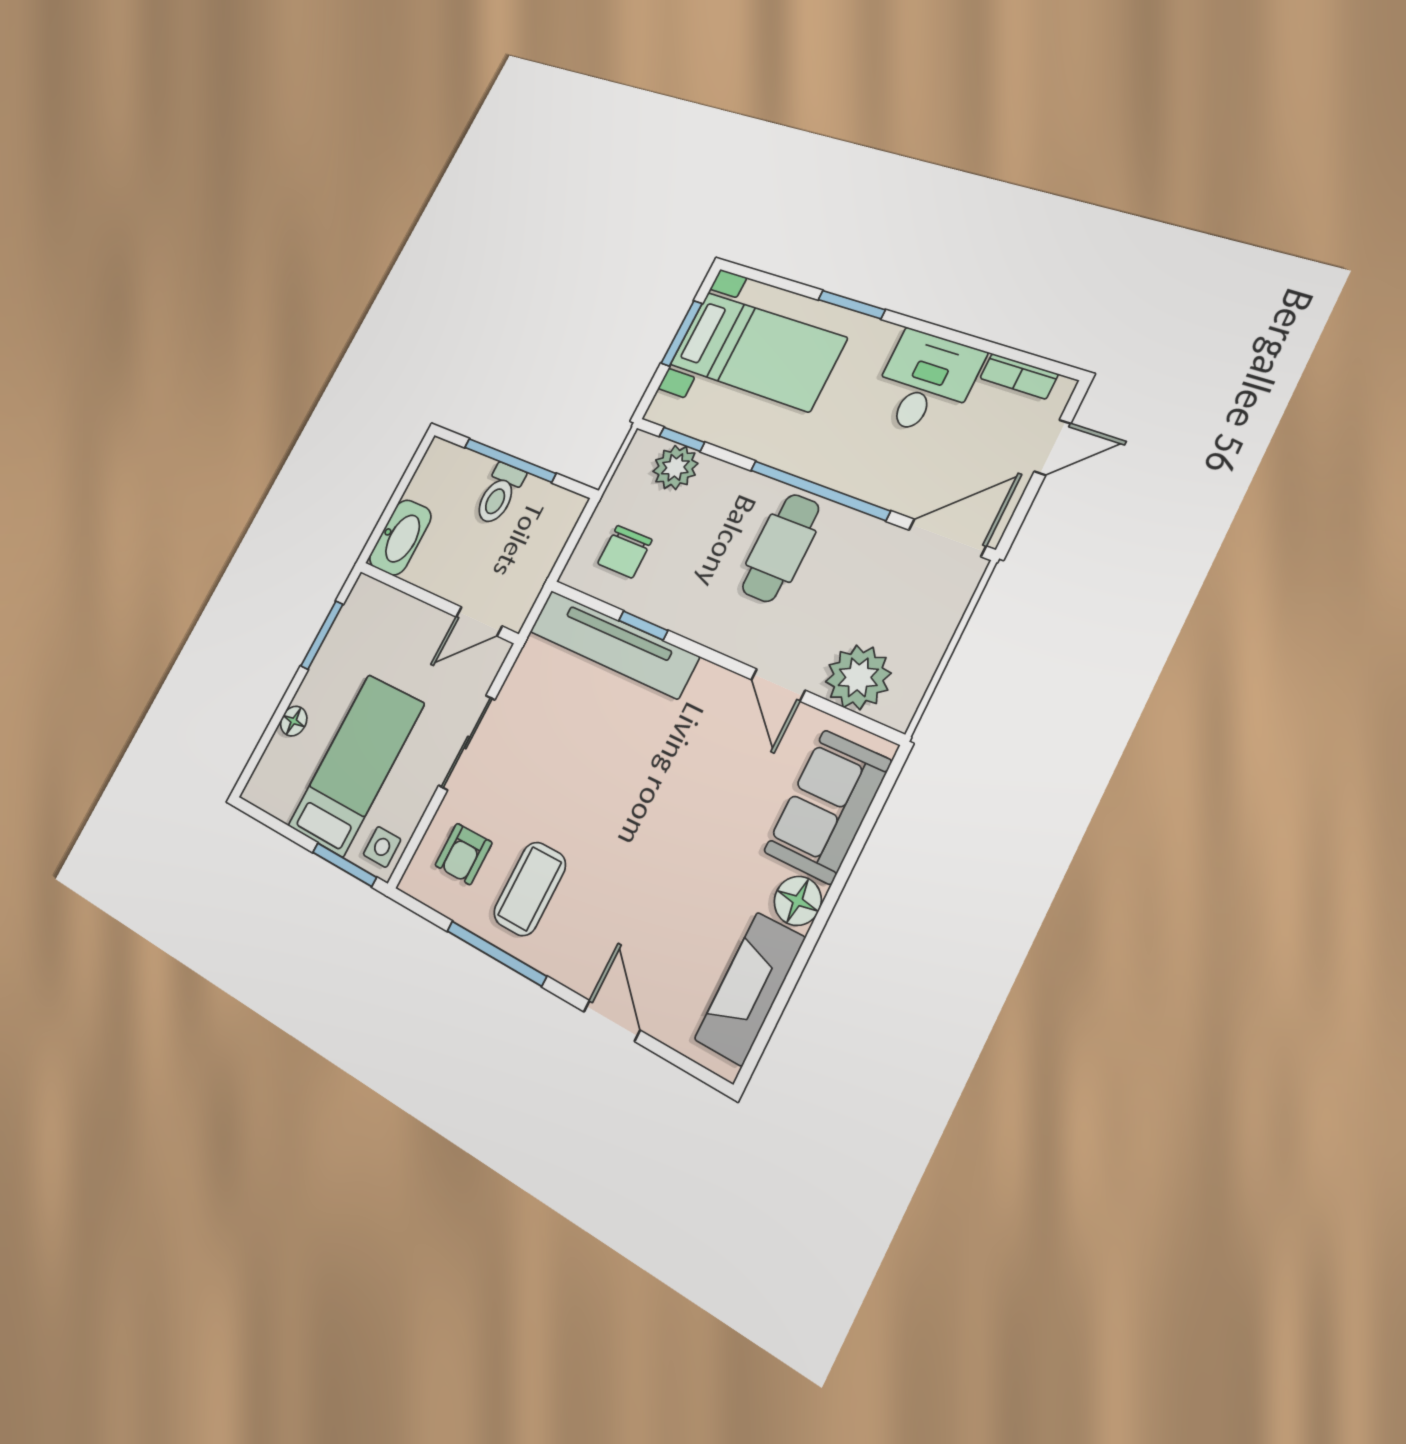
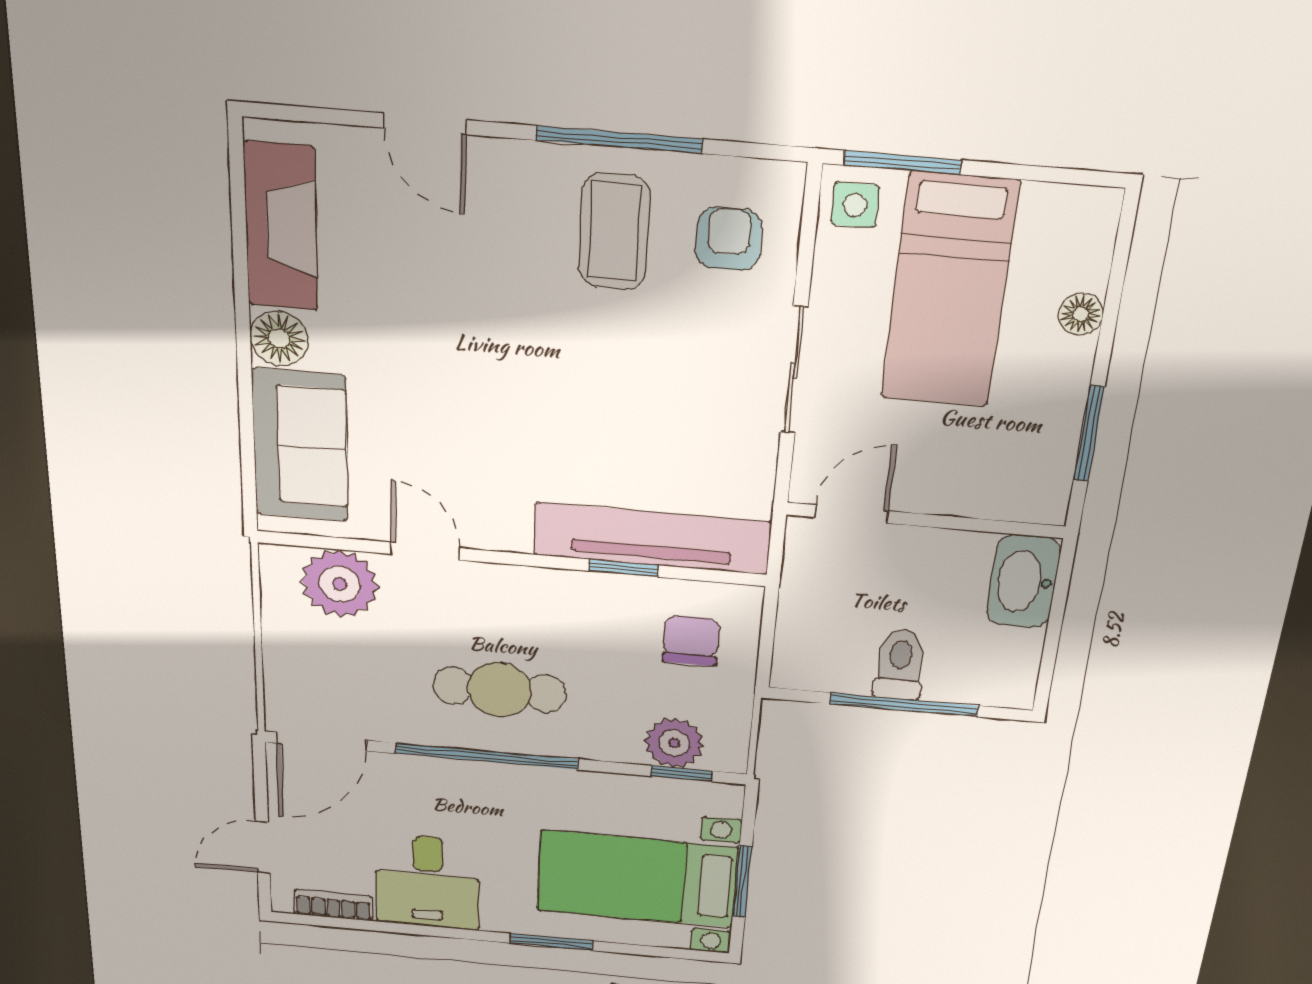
cafe table: (781, 548) -> (500, 689), turned 90

